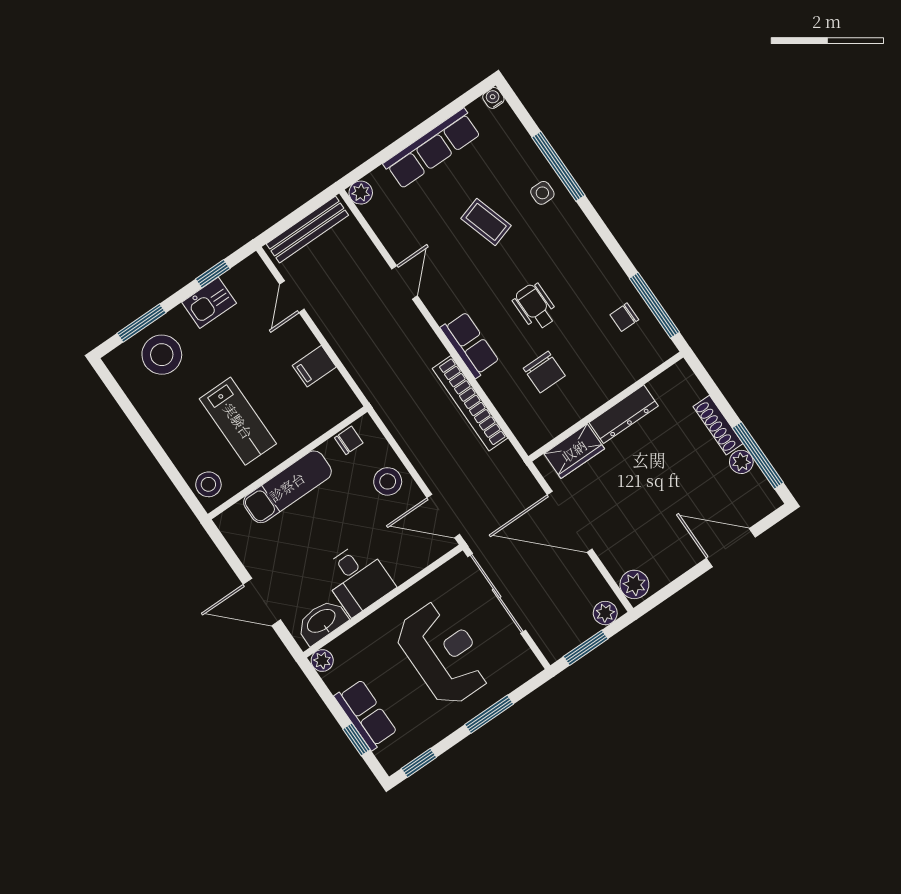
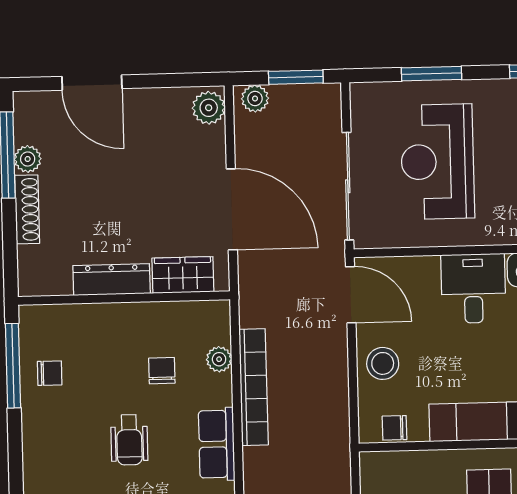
chair: (544, 372) -> (162, 371), width x0.73, depth x0.73
plant: (508, 407) -> (219, 359), added

